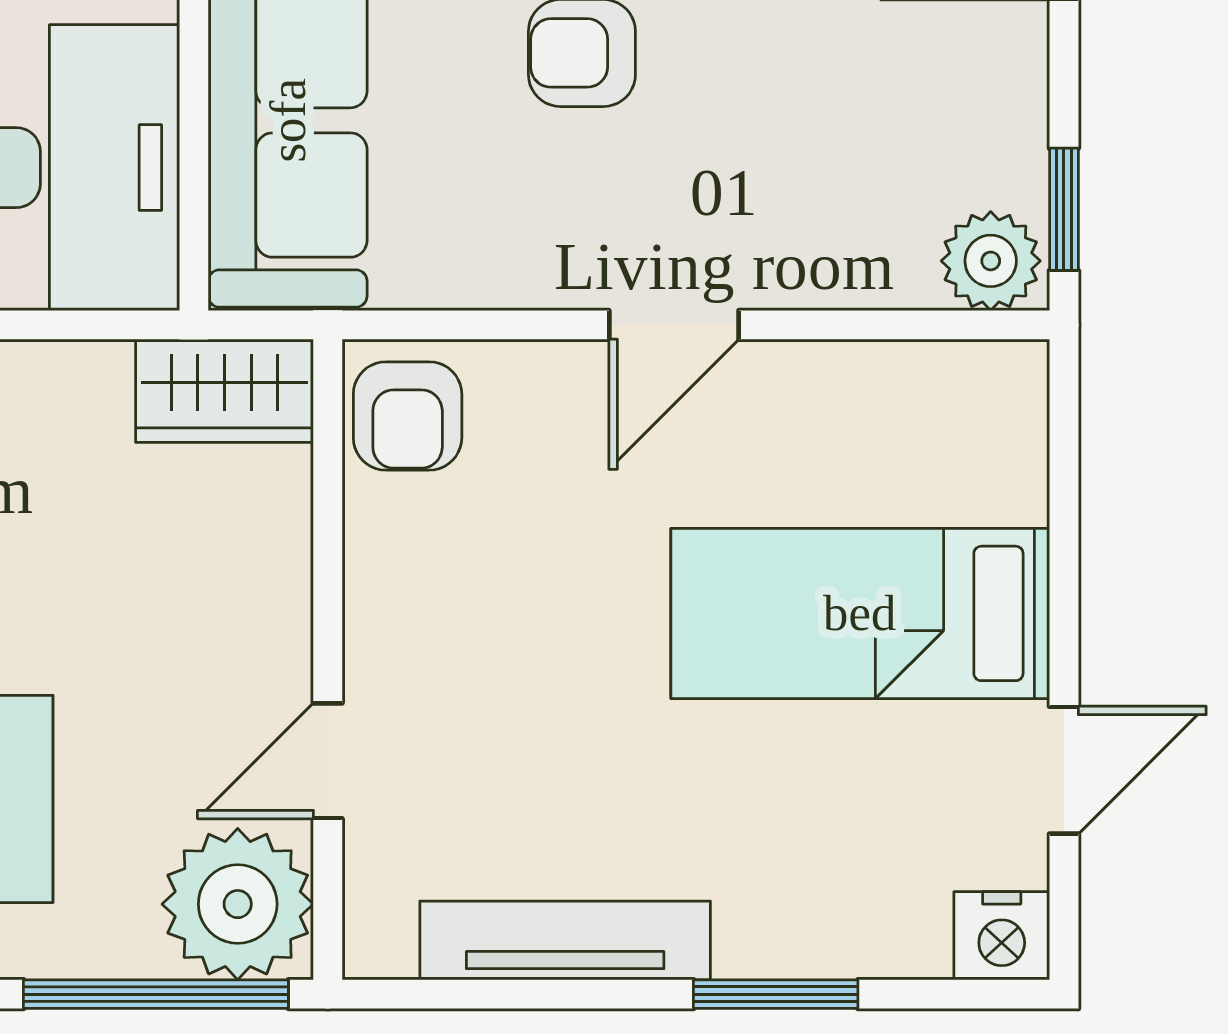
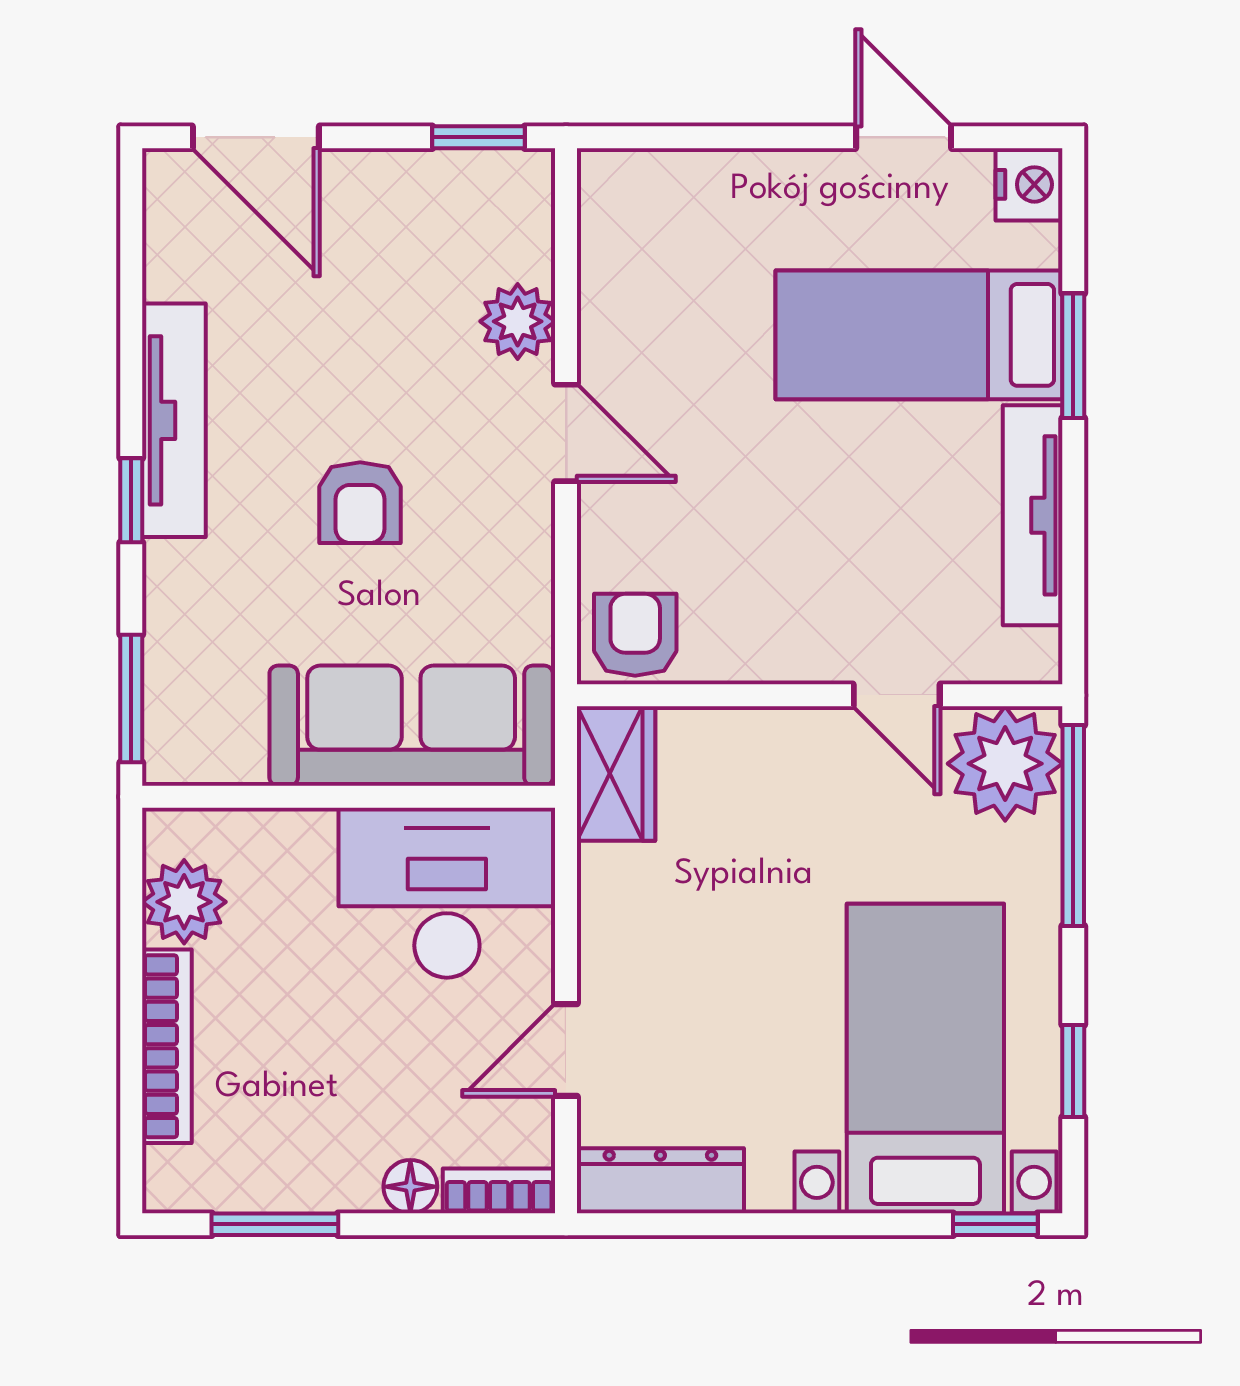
plant: (991, 261) -> (518, 321), moved
armchair: (408, 416) -> (635, 635), turned -90
bed: (860, 613) -> (919, 335), moved, turned 90

